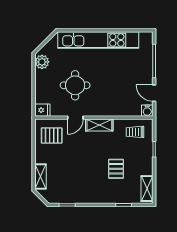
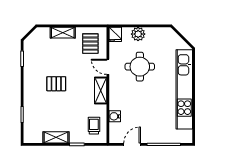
plant: (42, 62) -> (138, 34), moved
water cooler: (147, 111) -> (115, 116), moved
pallet: (116, 169) -> (56, 84), moved
shelving: (41, 176) -> (63, 33), moved
shelving: (147, 189) -> (56, 137), moved

